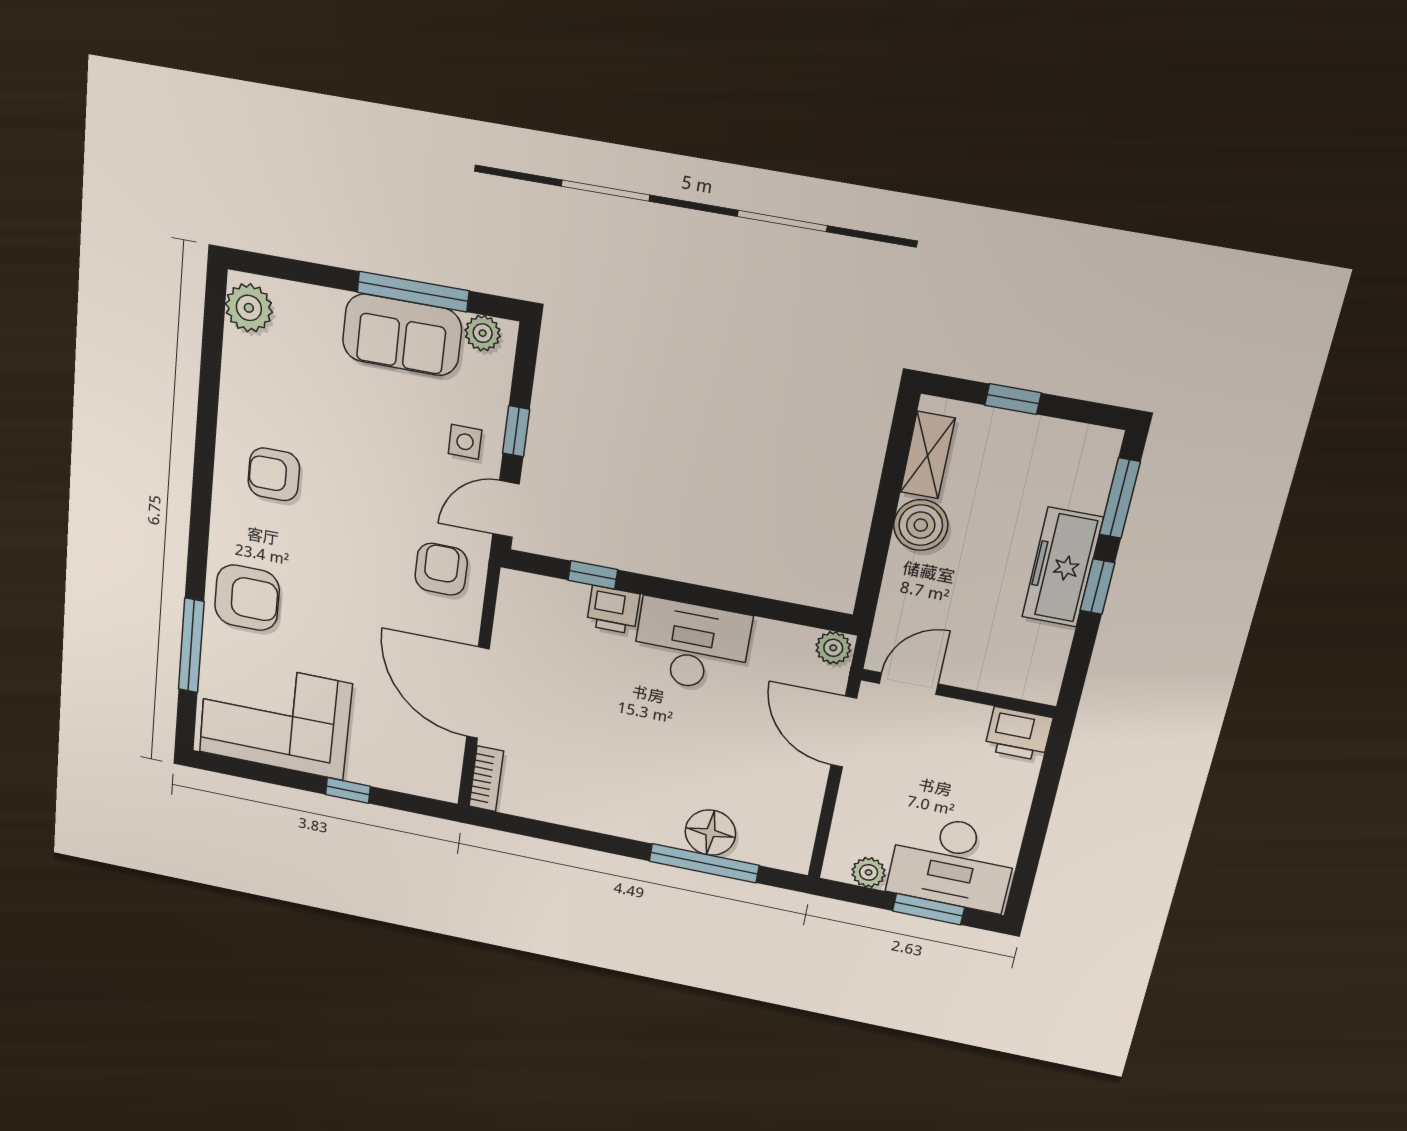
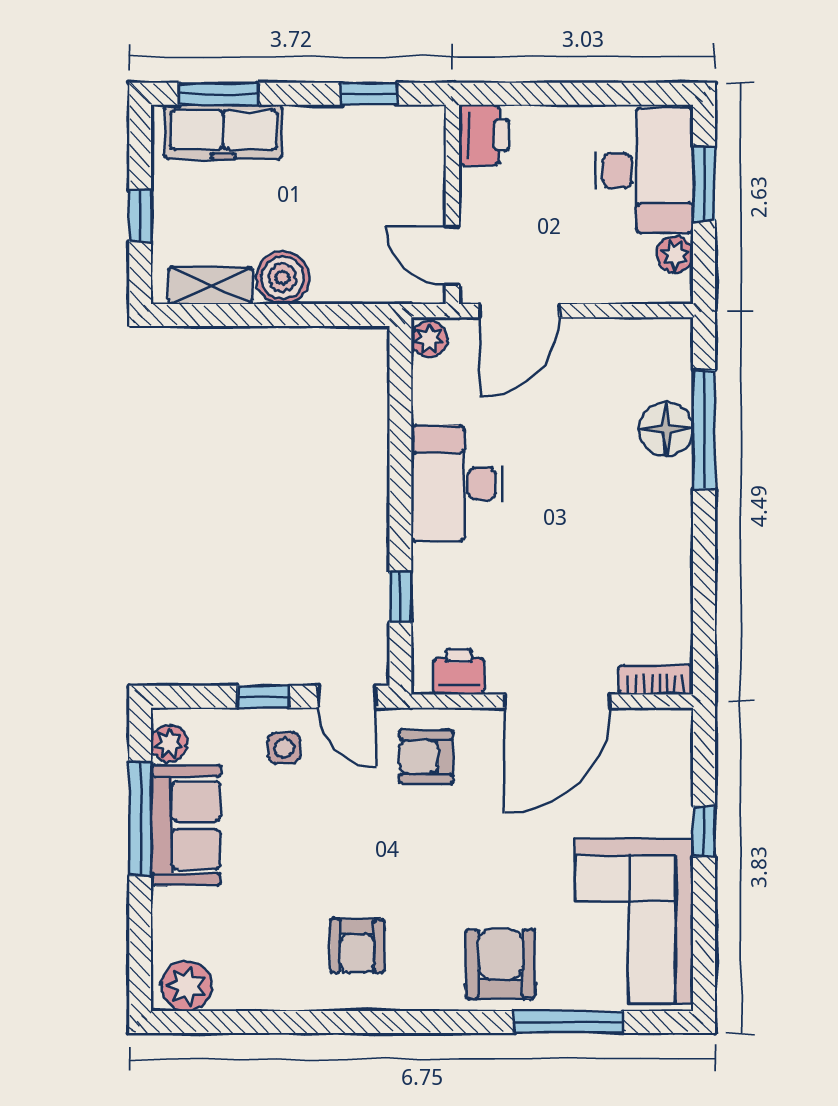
freezer: (1062, 567) -> (223, 132), moved
window: (1097, 587) -> (369, 94), moved
printer: (613, 610) -> (459, 672), moved, turned -90

